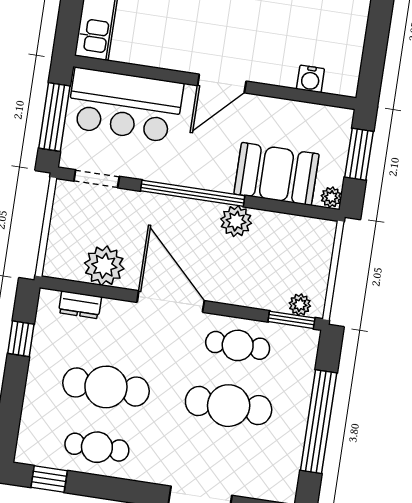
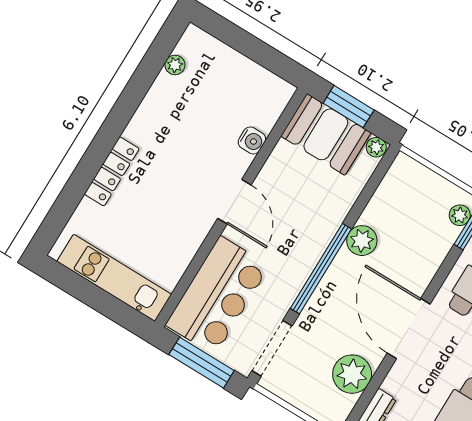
water cooler: (310, 79) -> (252, 141), moved
booth: (276, 174) -> (326, 134), moved, turned 90
doorway: (97, 179) -> (272, 348), width x1.38
door: (171, 302) -> (409, 329), hinge flipped

